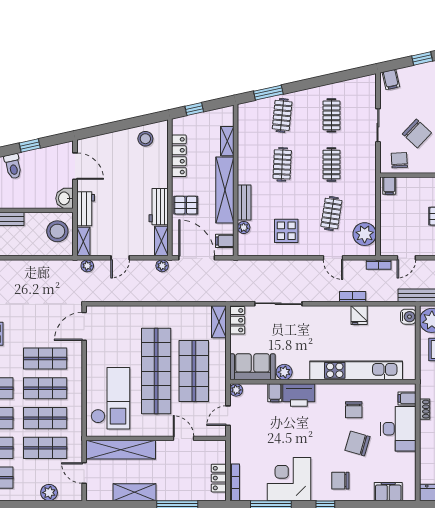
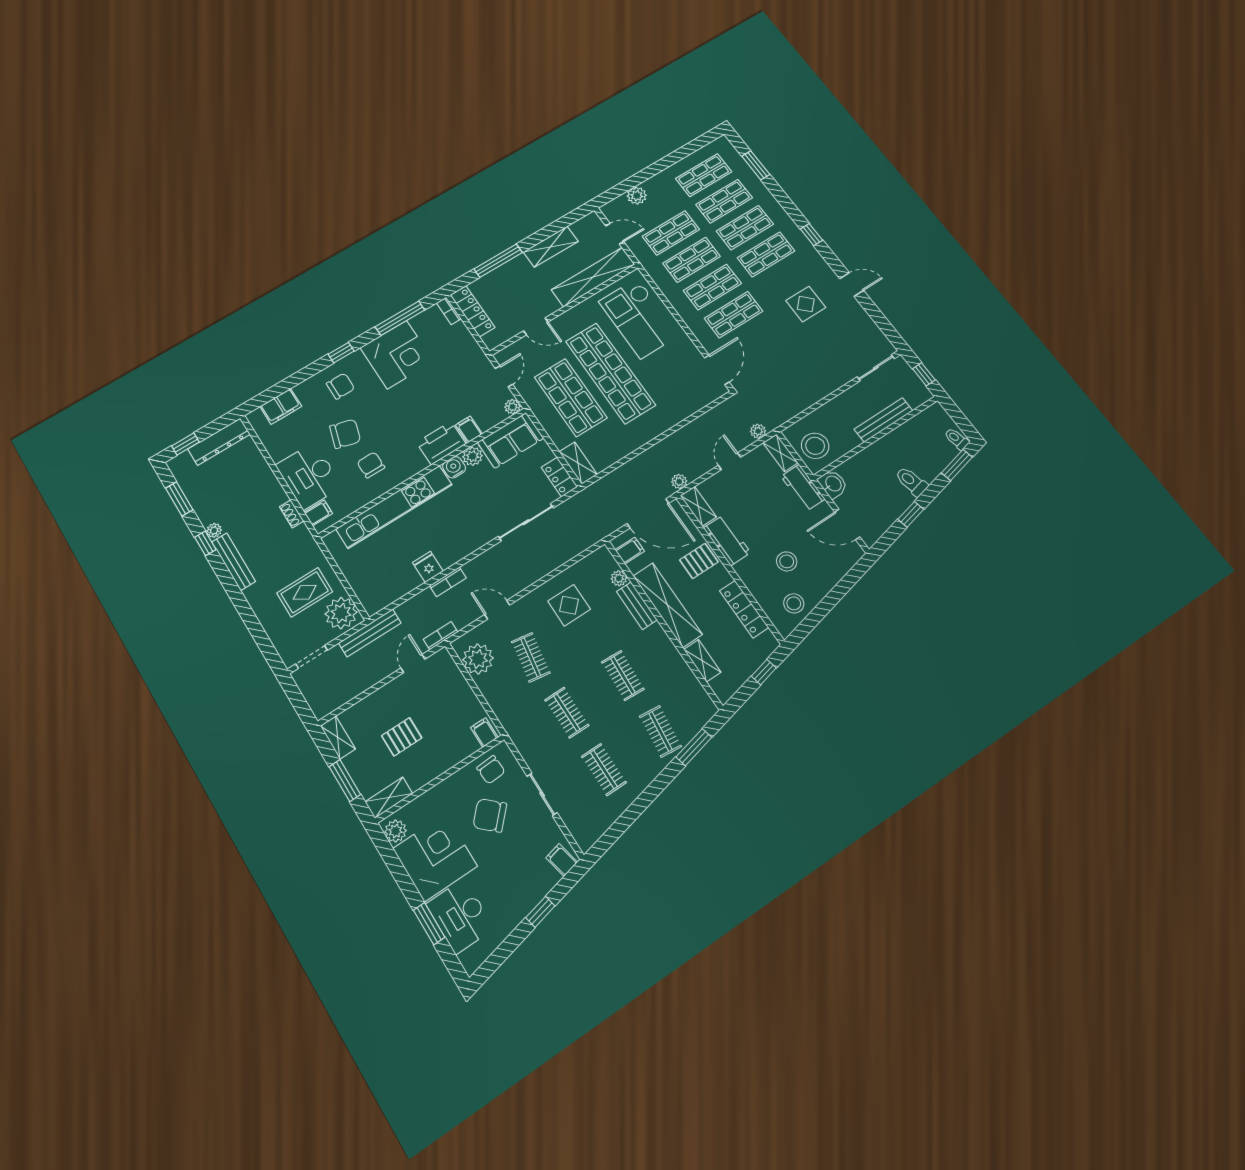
stool: (131, 168) -> (787, 561), added
water cooler: (408, 317) -> (454, 467), moved, turned 90
locker: (219, 478) -> (473, 311), width x1.53
bookcase: (235, 482) -> (449, 311), width x0.64

